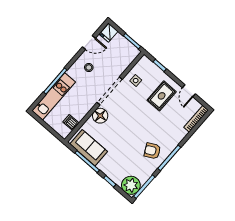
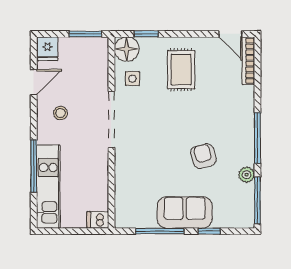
door: (189, 91) -> (230, 34), moved
floor lamp: (100, 116) -> (127, 49), moved
dishwasher: (71, 123) -> (98, 220), moved
sofa: (89, 148) -> (185, 212), moved
armchair: (152, 151) -> (203, 156), moved, turned 103
plant: (131, 185) -> (247, 175), moved, width x0.53, depth x0.53

